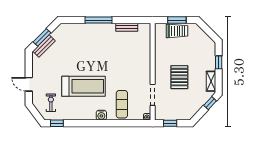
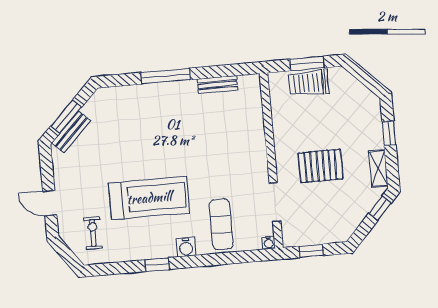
trolley: (177, 31) -> (309, 83), turned 180
pallet: (179, 77) -> (321, 166), turned 90
window: (57, 123) -> (157, 265), moved

